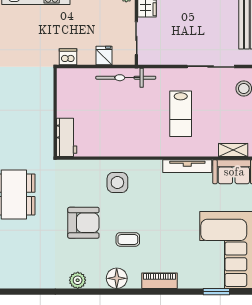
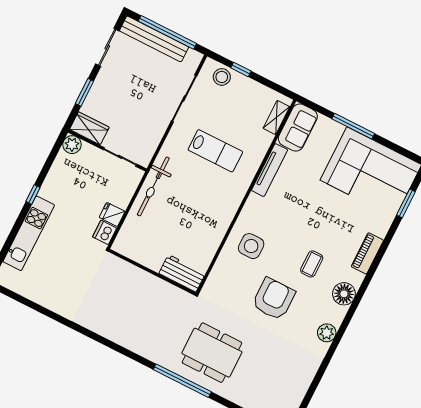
fridge: (104, 56) -> (112, 214), moved

